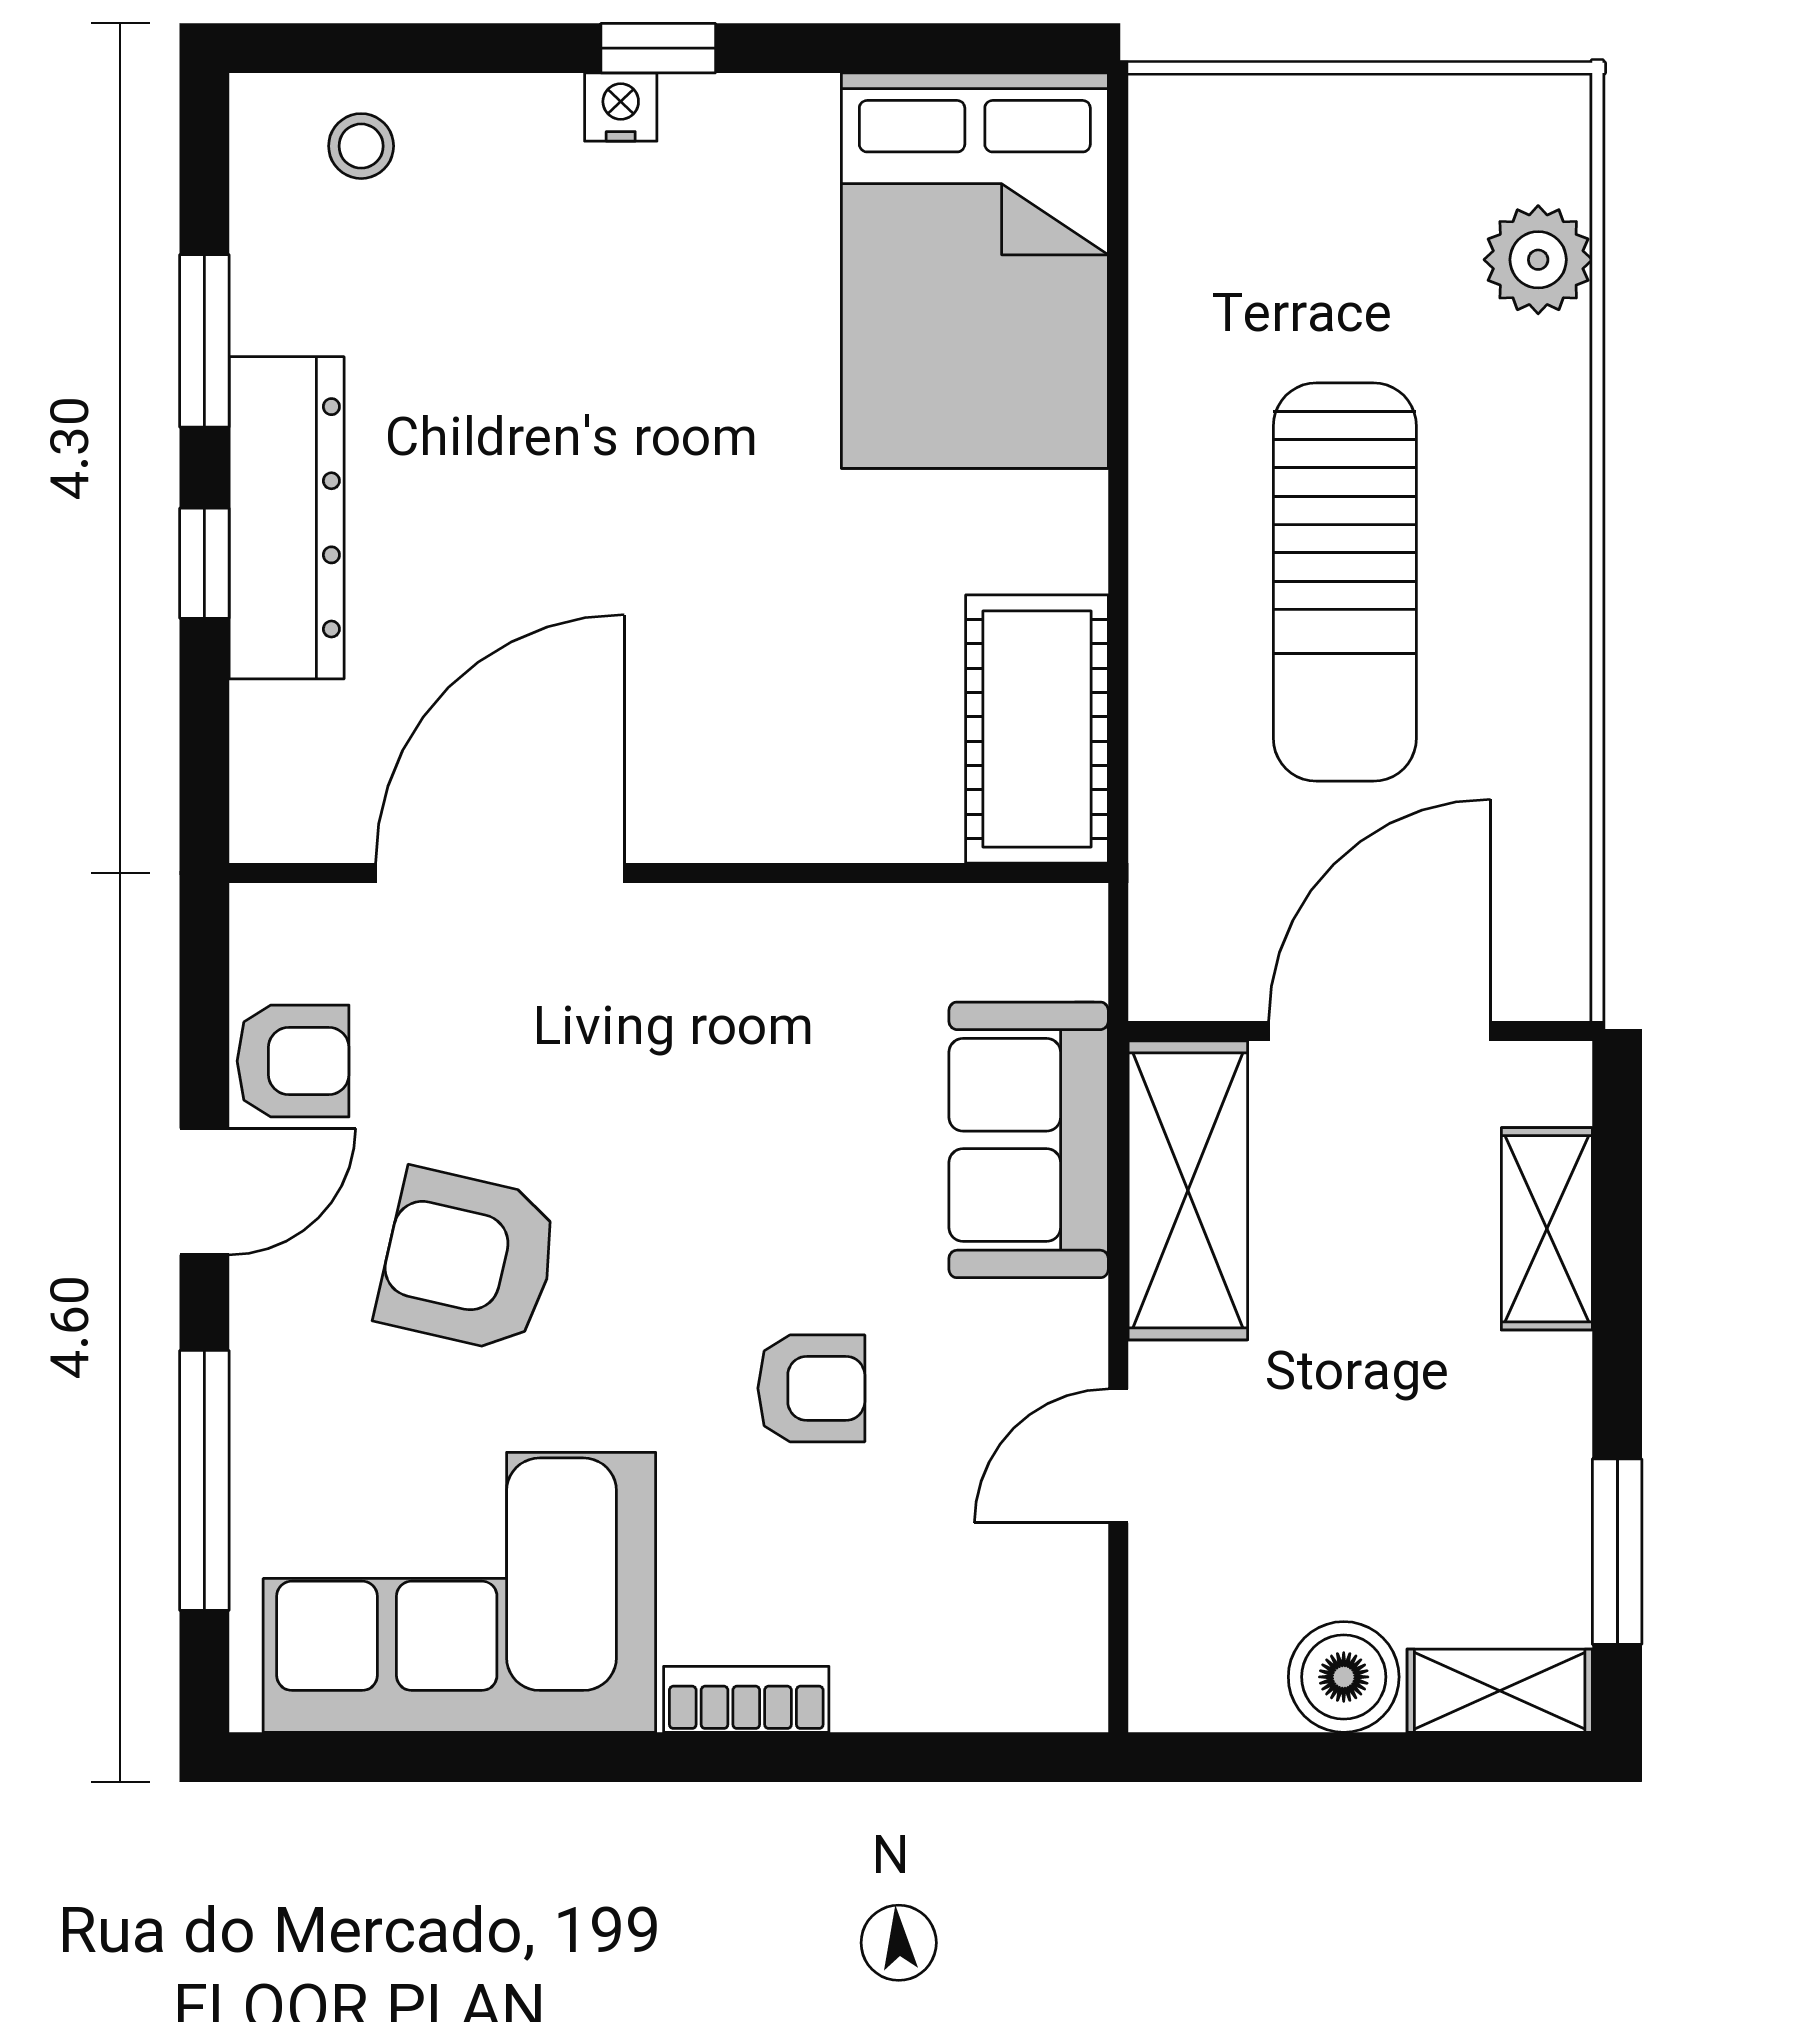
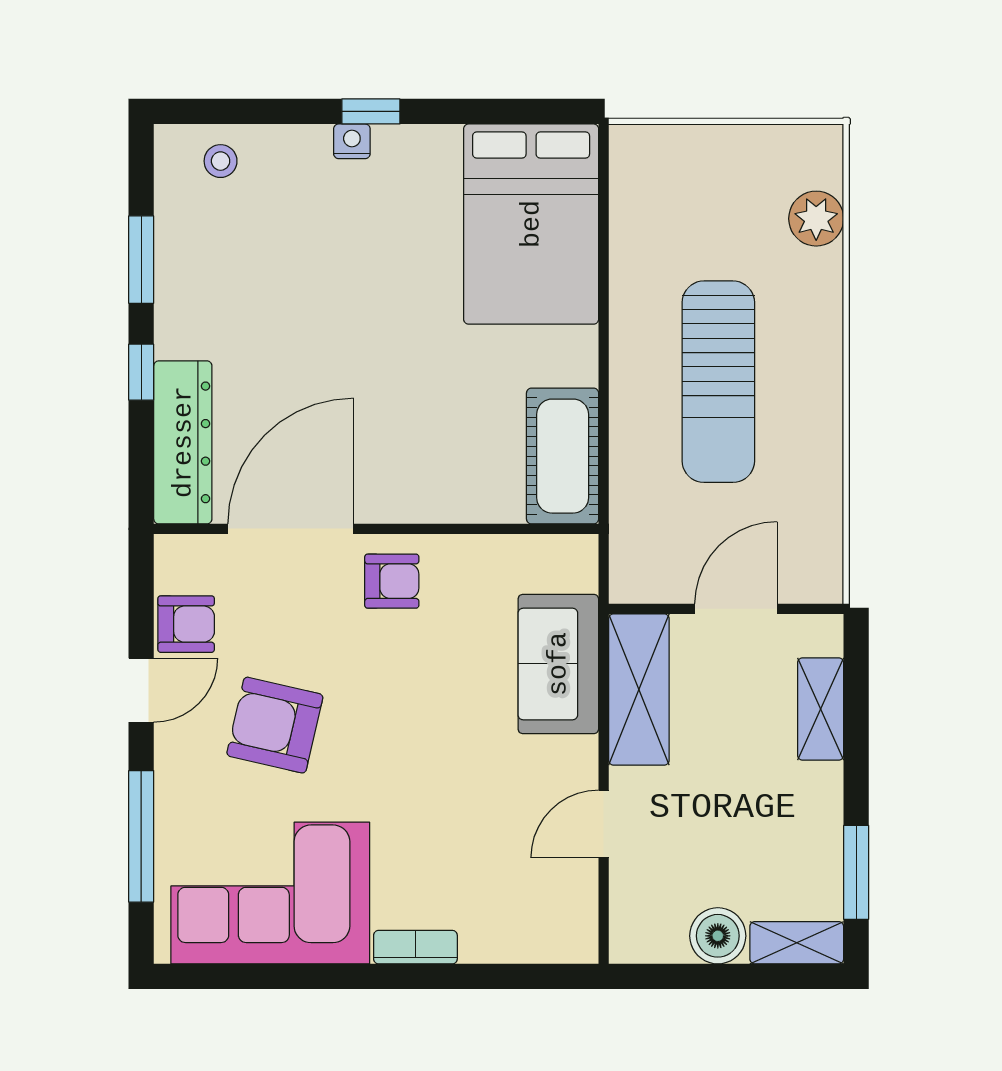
dresser: (287, 518) -> (183, 442), moved
door: (1380, 1031) -> (736, 609), width x0.73
armchair: (811, 1388) -> (392, 581), moved

